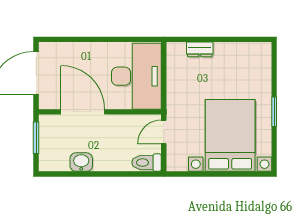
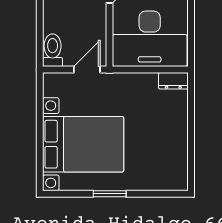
dresser: (200, 49) -> (173, 81), moved, turned -90
door: (164, 132) -> (87, 70), hinge flipped

